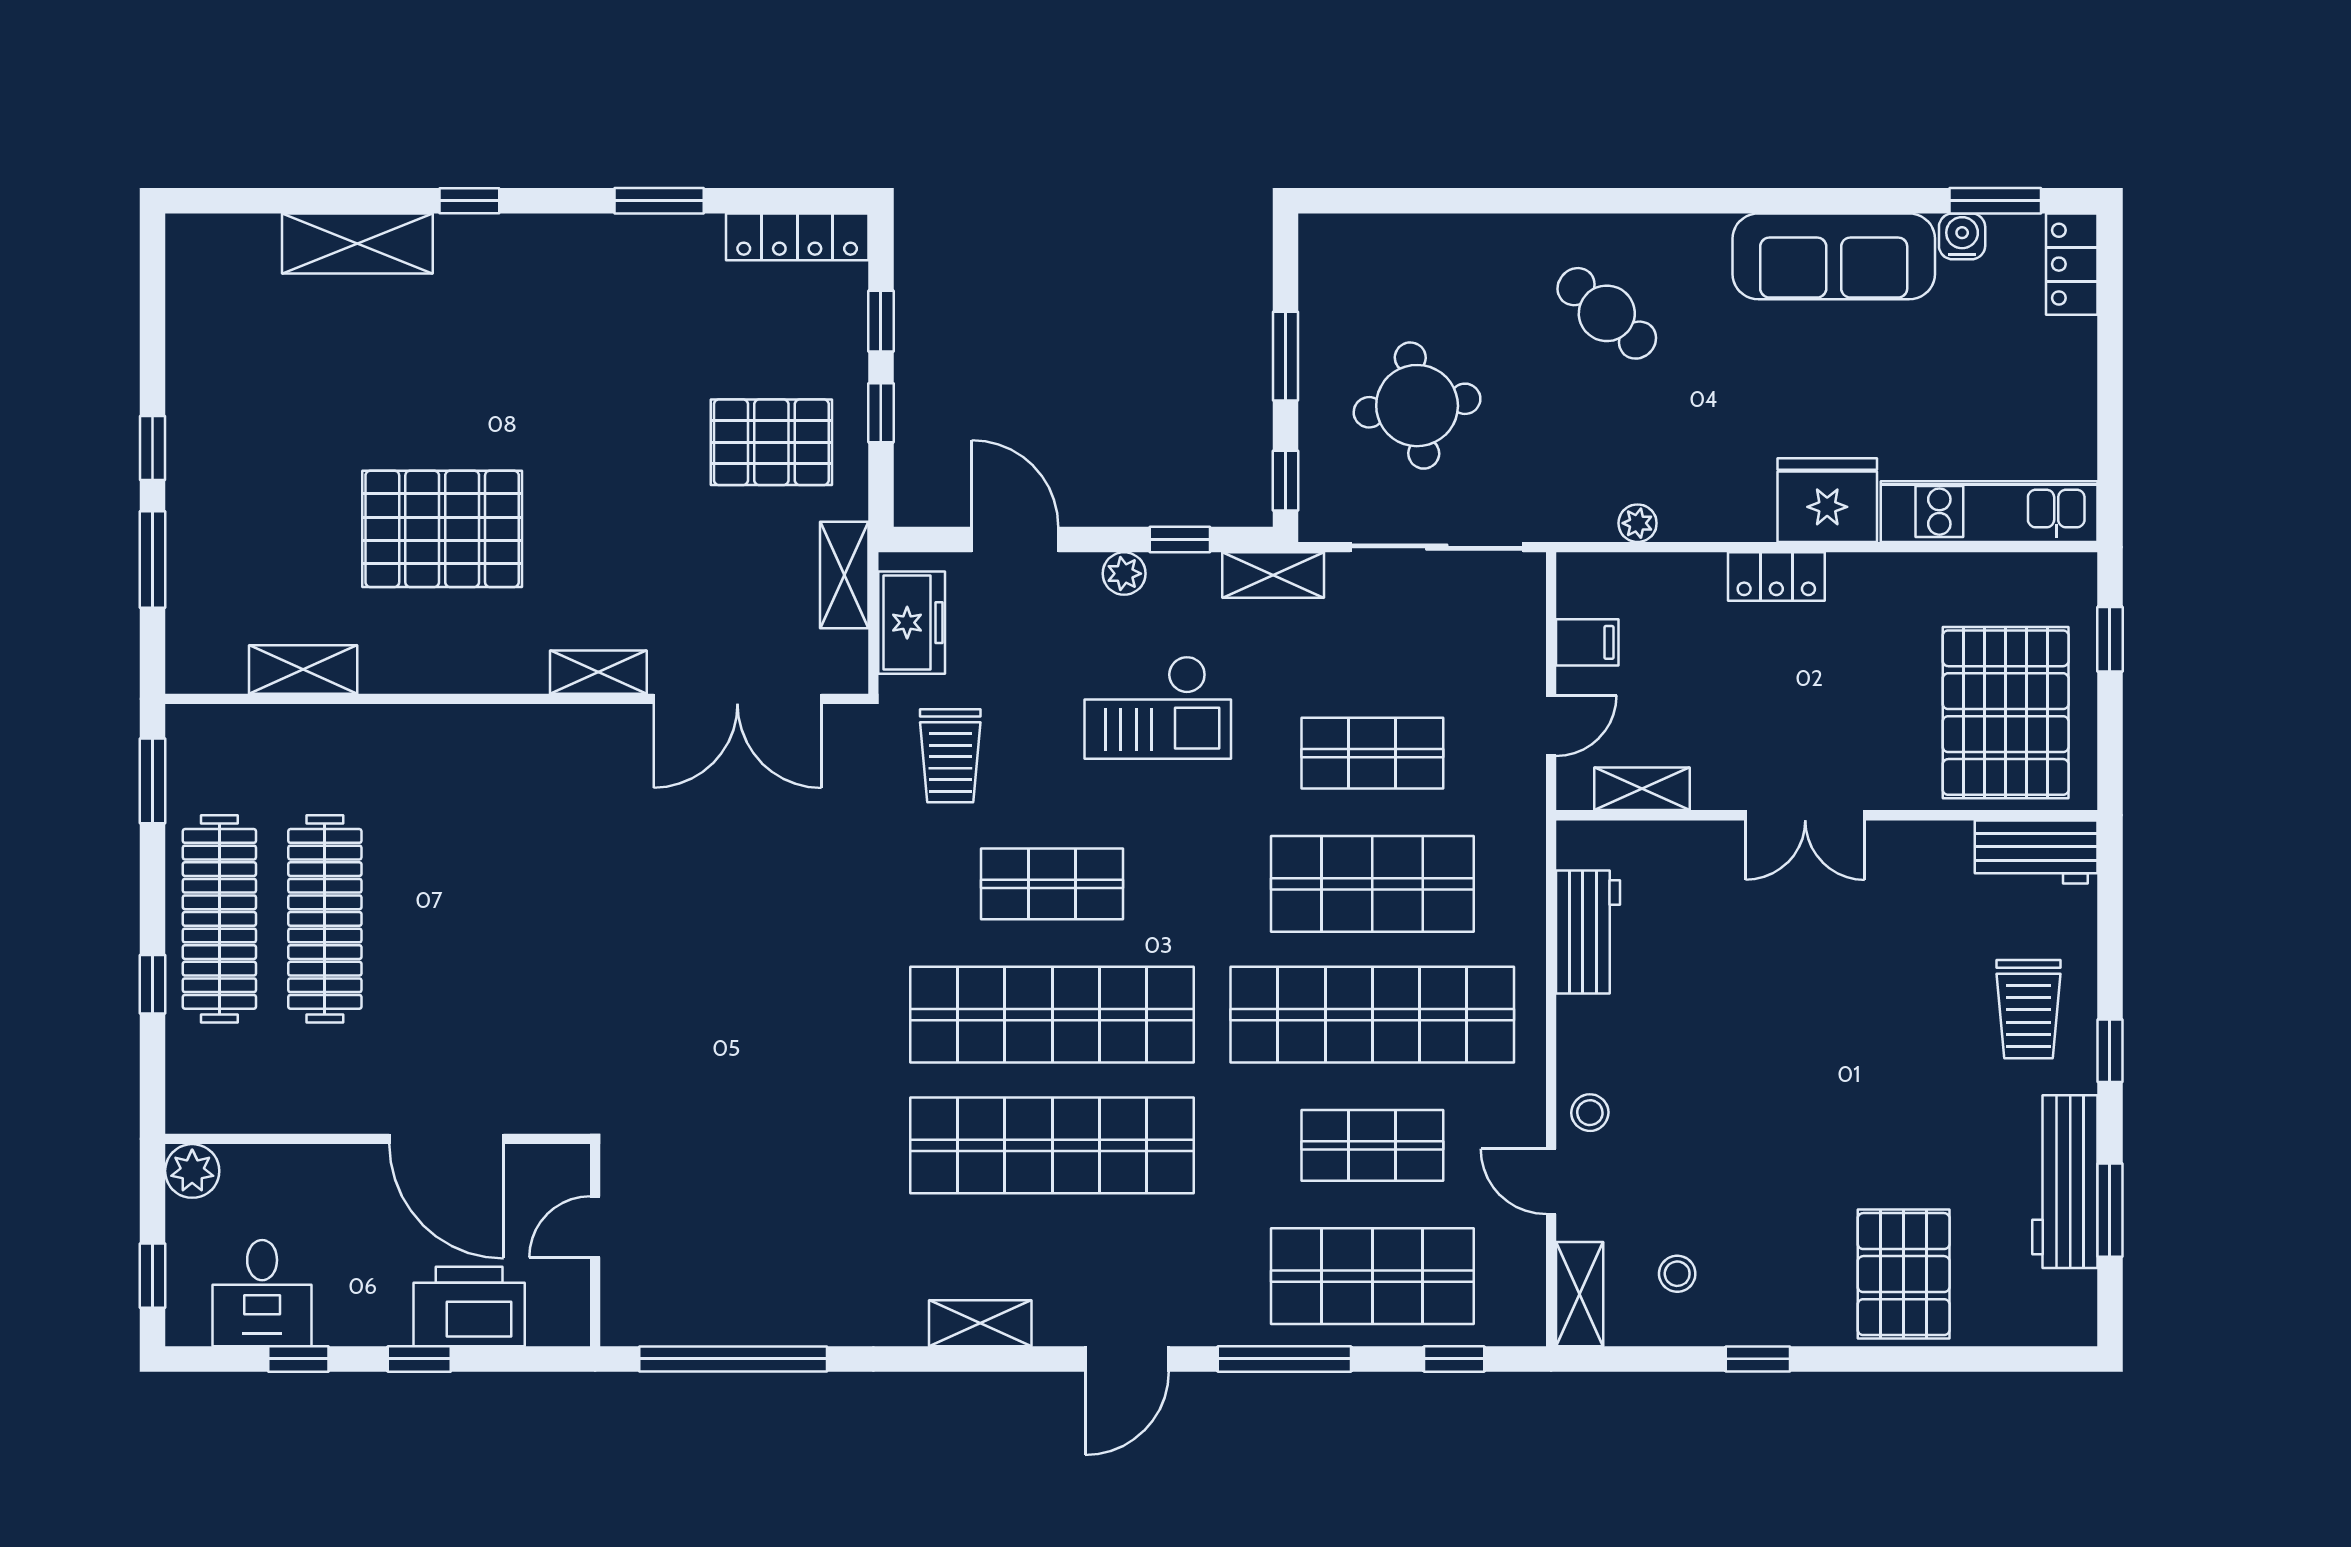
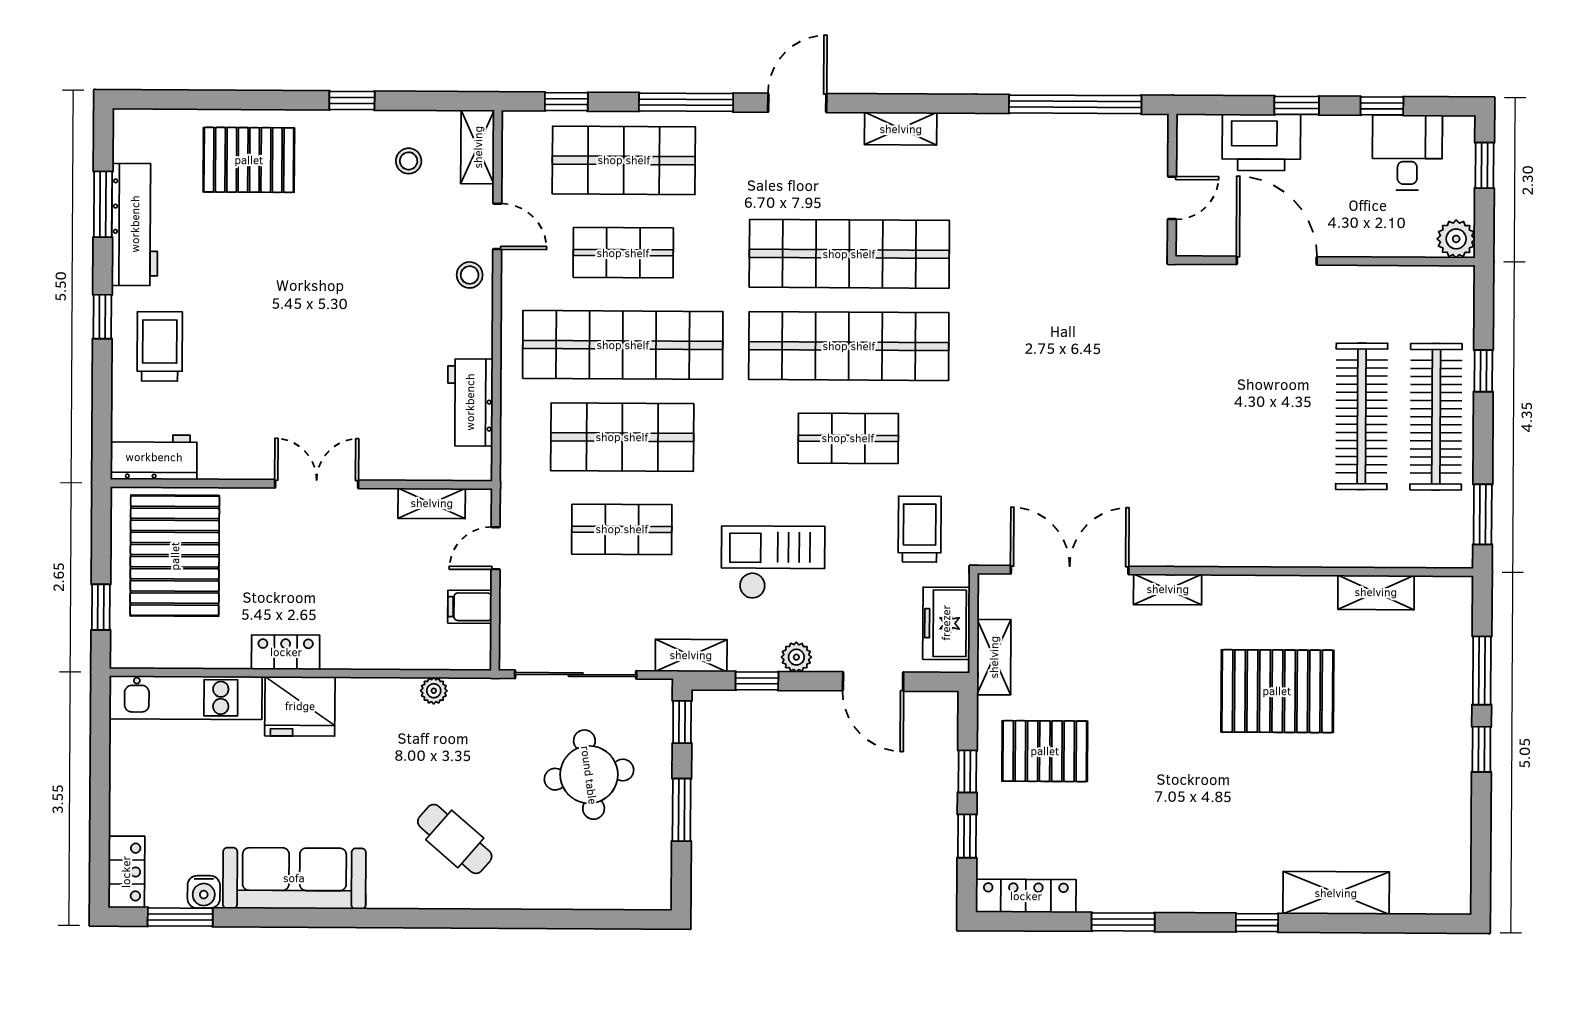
locker: (1776, 577) -> (286, 652), moved
pallet: (1904, 1274) -> (249, 160), turned 90

